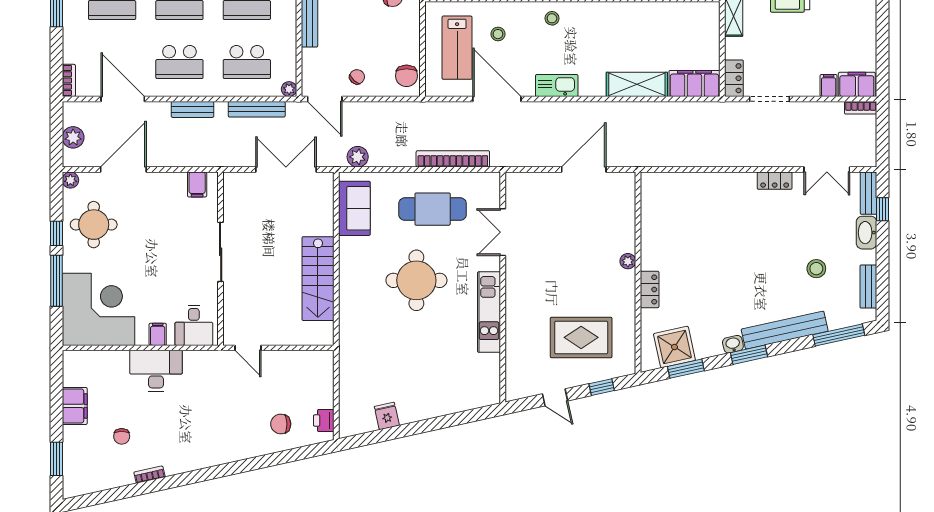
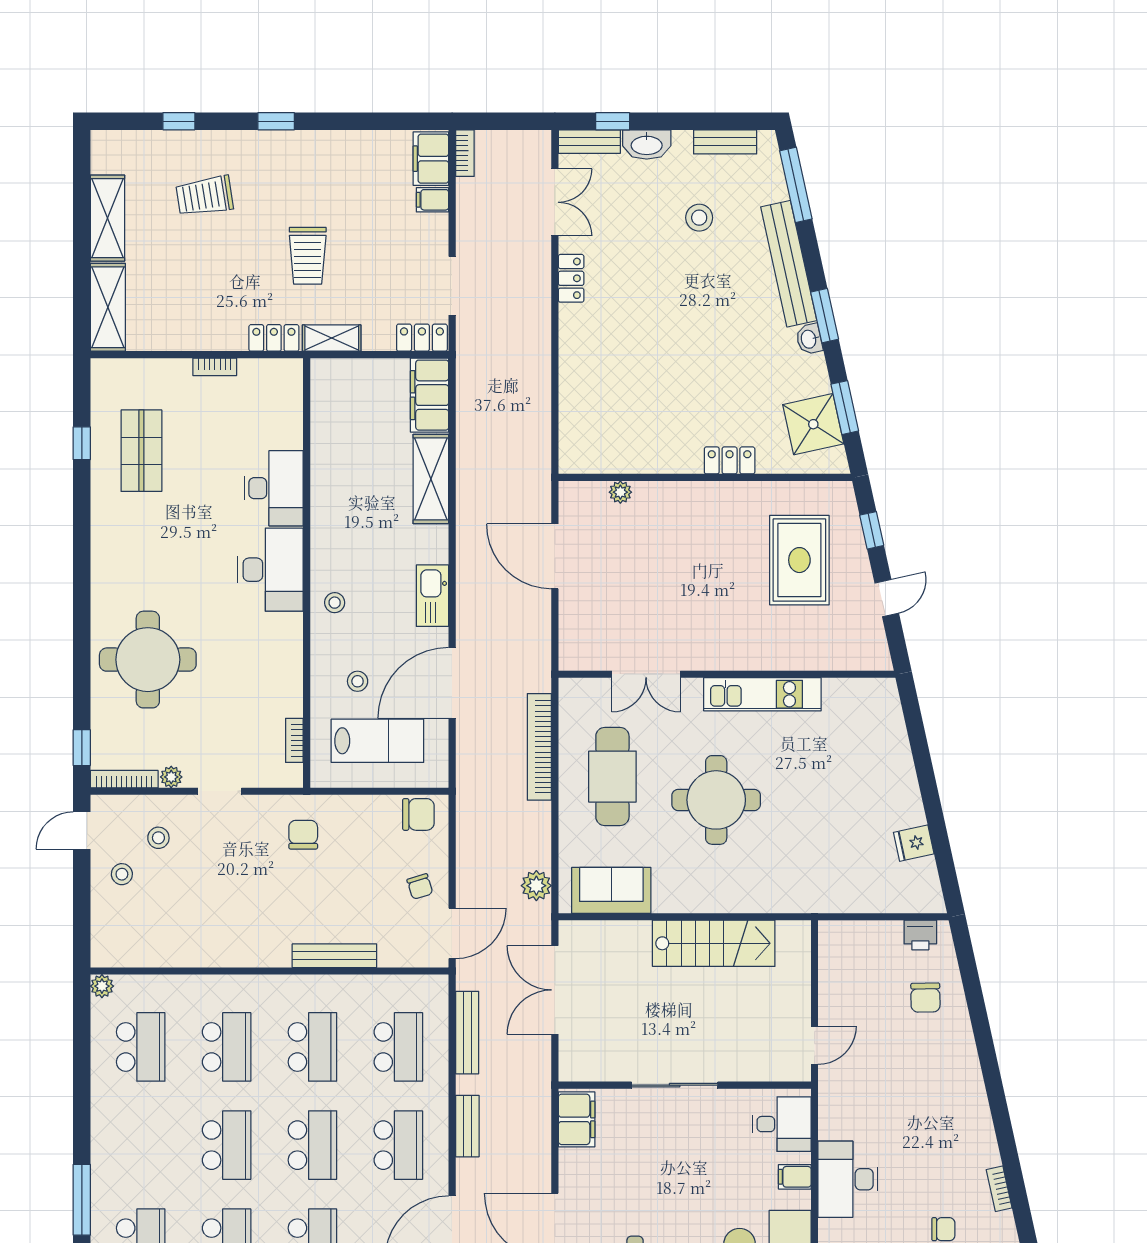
chair: (357, 77) -> (420, 886), turned -149
plant: (289, 89) -> (438, 986), removed
filing cabinet: (197, 184) -> (577, 1119), width x2.00
plant: (628, 261) -> (620, 492), moved

